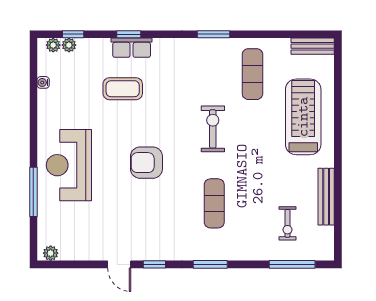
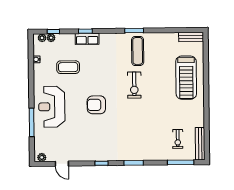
exercise mat: (252, 74) -> (138, 51), moved
coffee table: (123, 89) -> (68, 67), moved
treadmill: (303, 117) -> (186, 78), turned 180
exercise bike: (213, 129) -> (134, 85), turned 180
bench: (326, 197) -> (200, 144), moved
exercise mat: (214, 203) -> (136, 128), removed
door: (119, 264) -> (62, 164), moved

